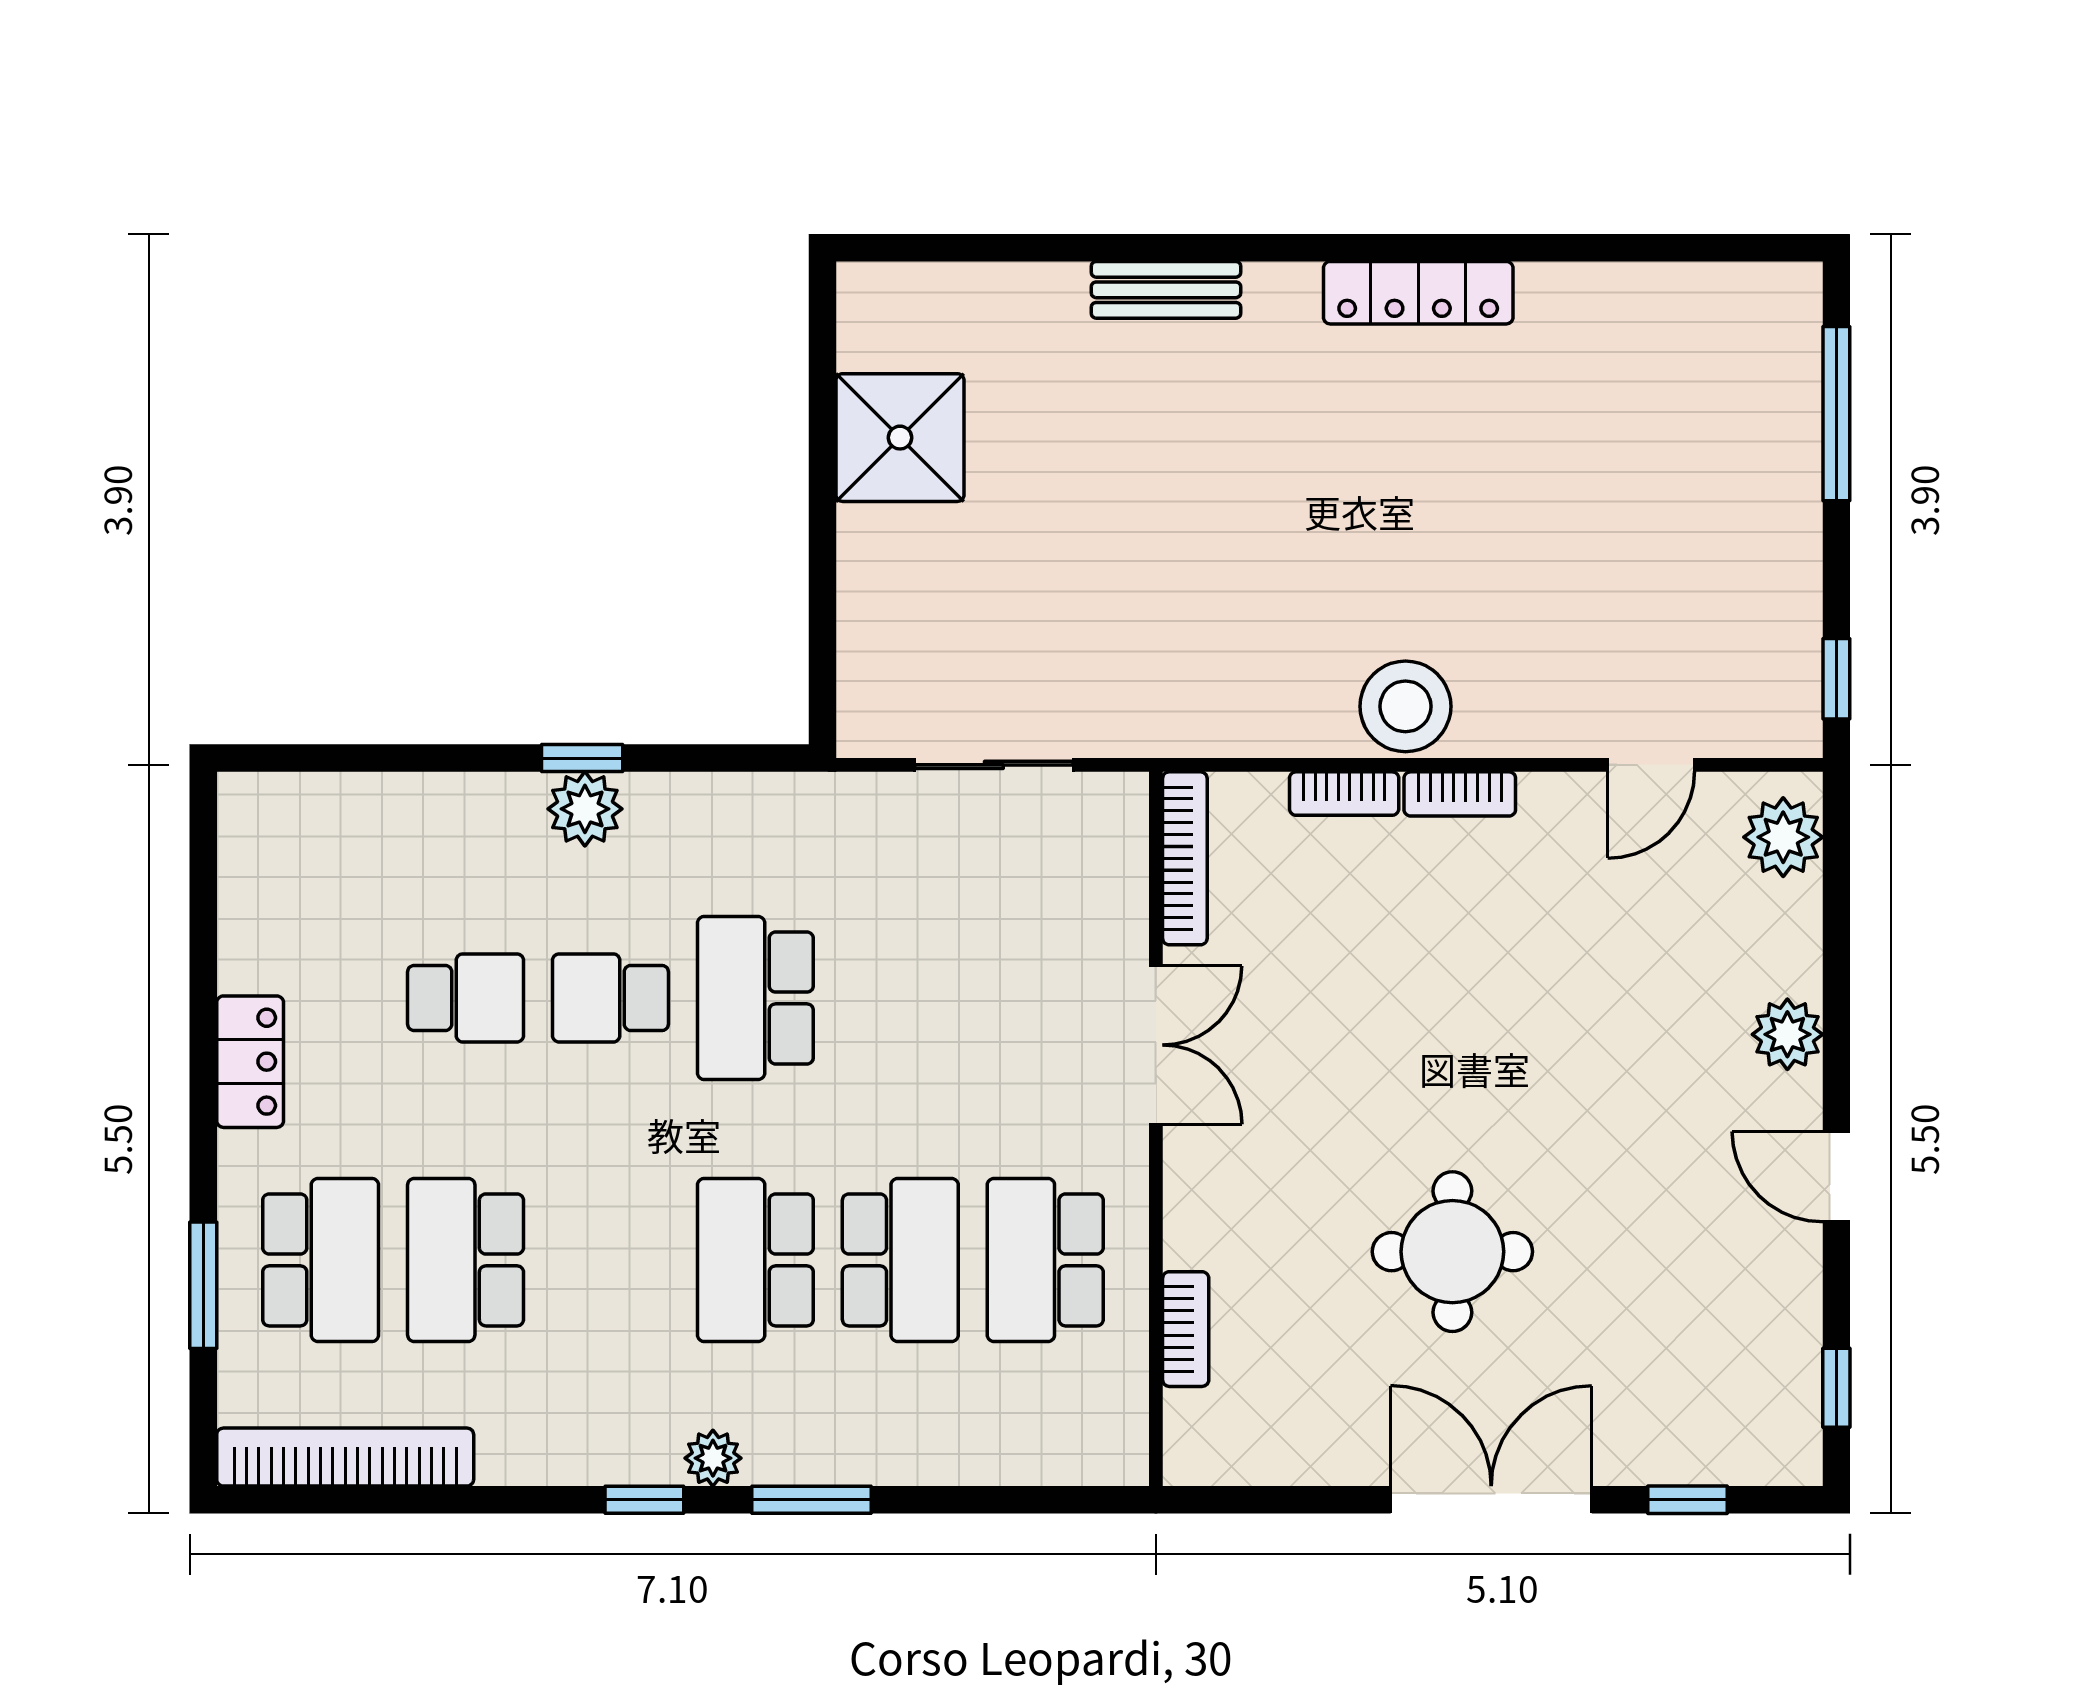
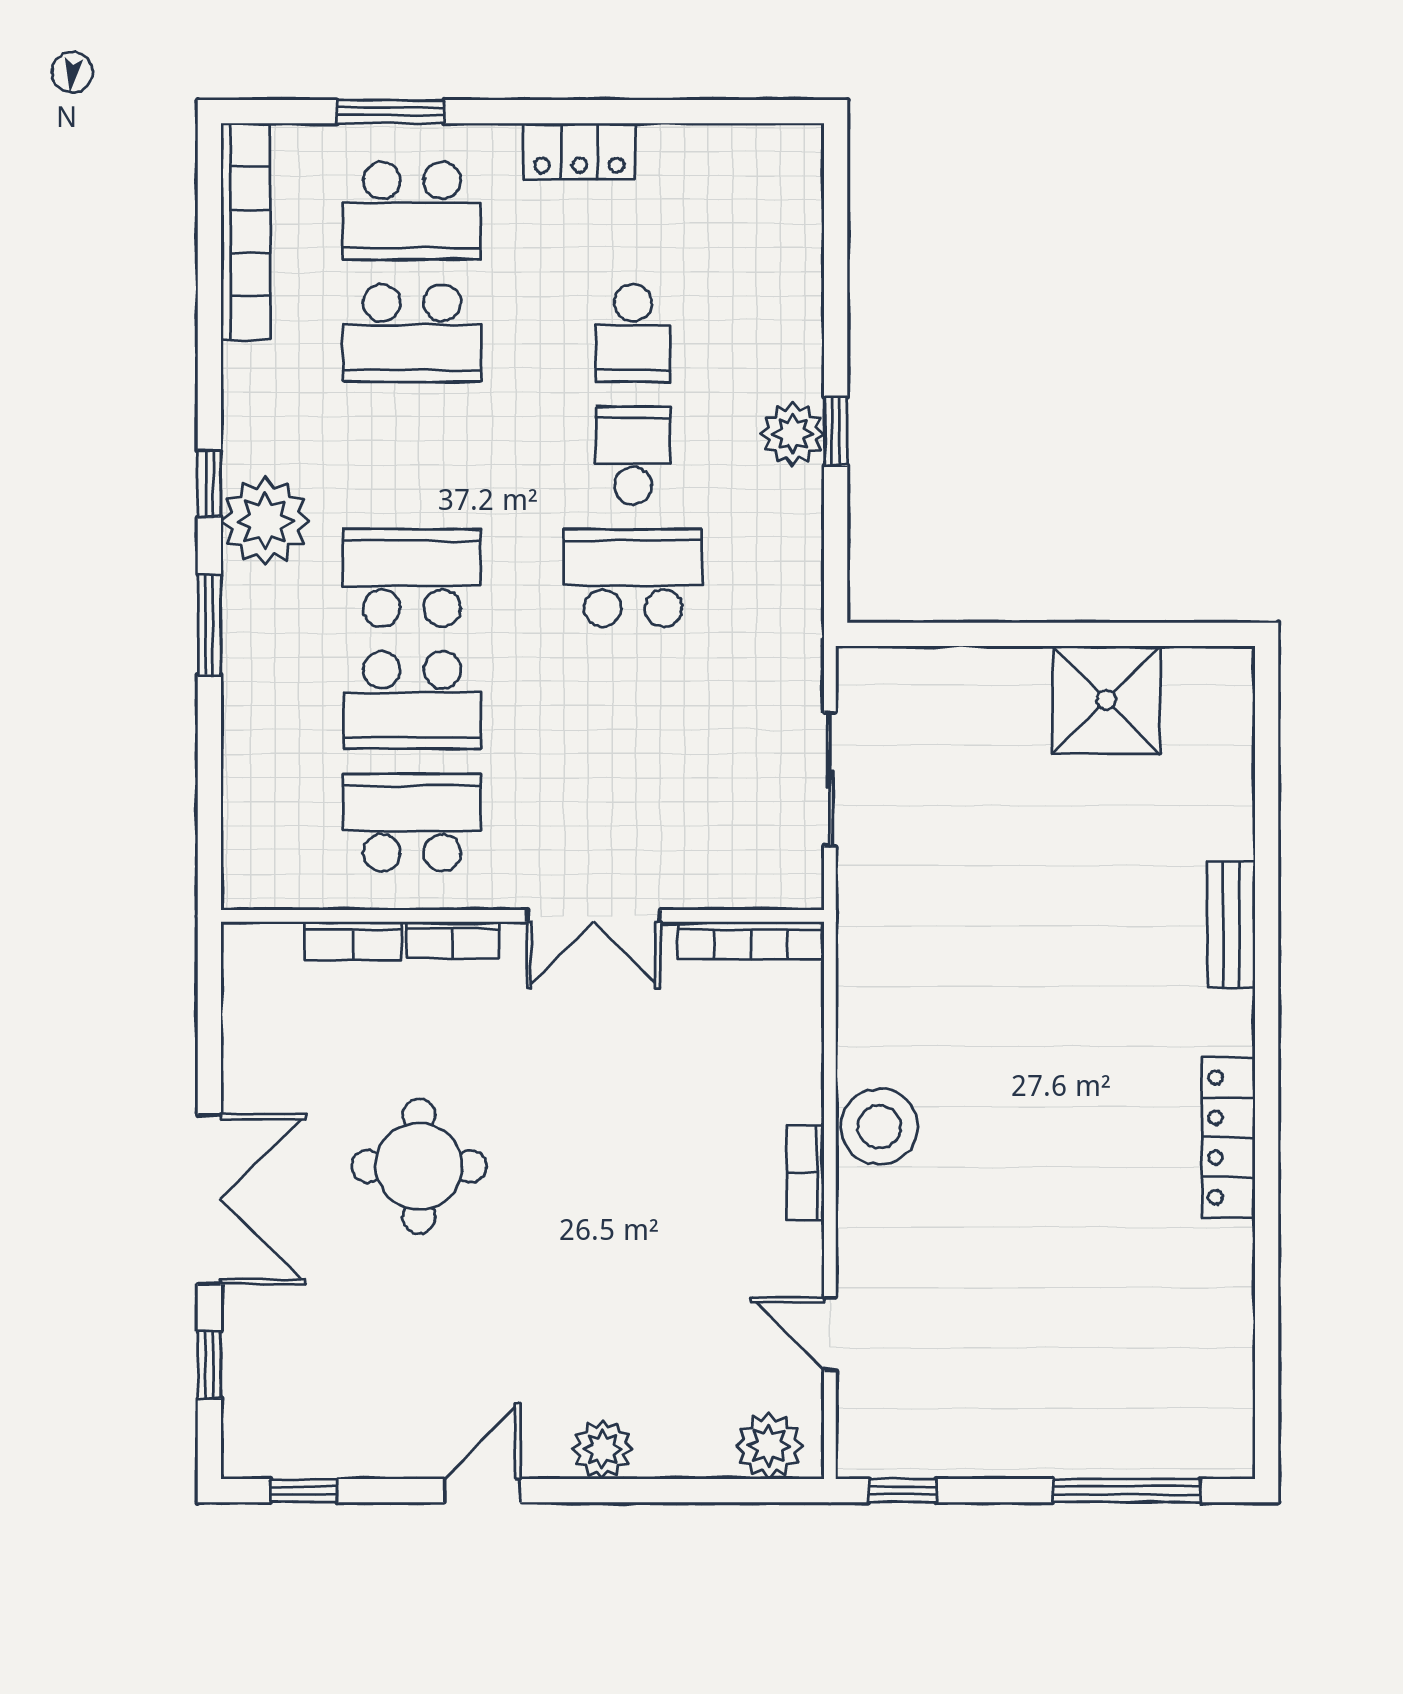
bookcase: (1344, 794) -> (453, 940), moved, turned -90
school desk: (466, 1260) -> (412, 333), turned 180
plant: (713, 1458) -> (265, 521), width x1.88, depth x1.88

